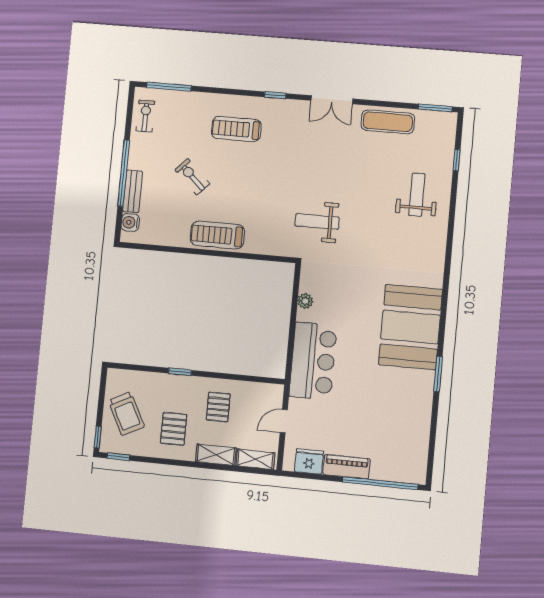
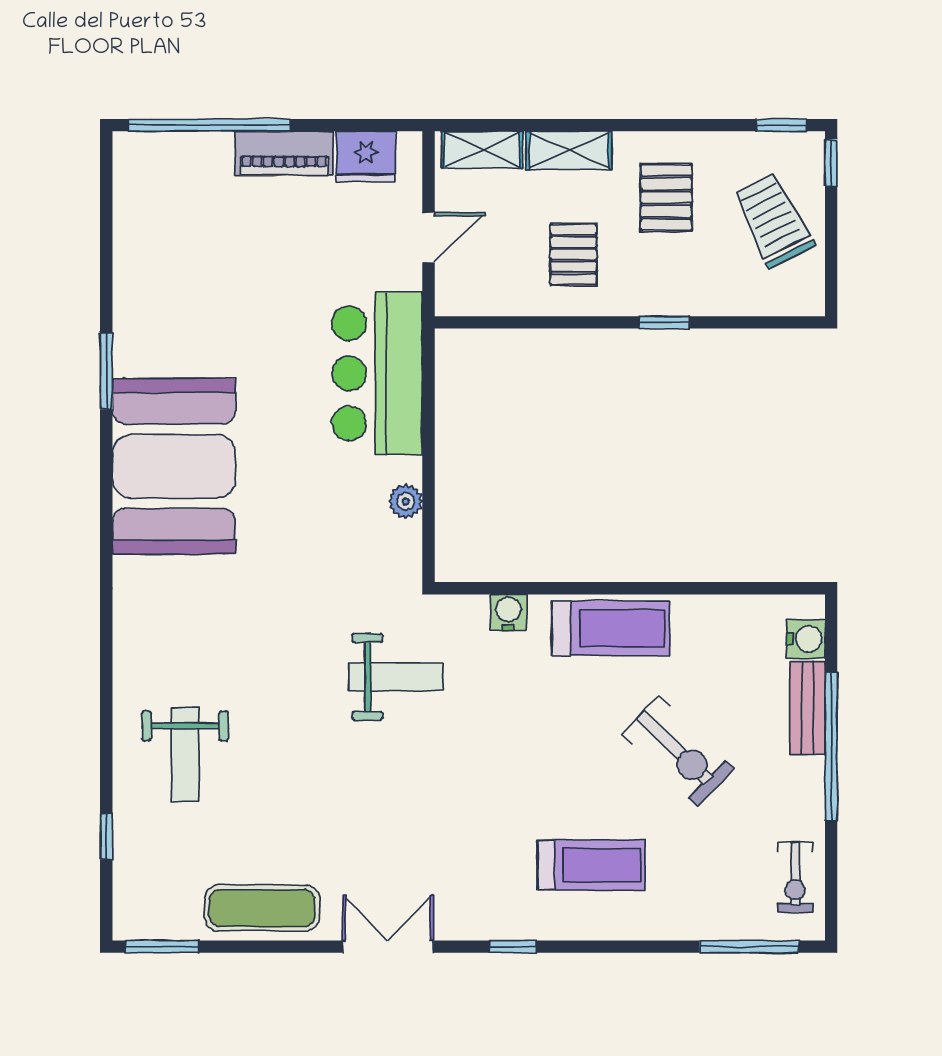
exercise bike: (192, 177) -> (678, 752), width x1.38, depth x1.39
water cooler: (263, 246) -> (508, 612), added

